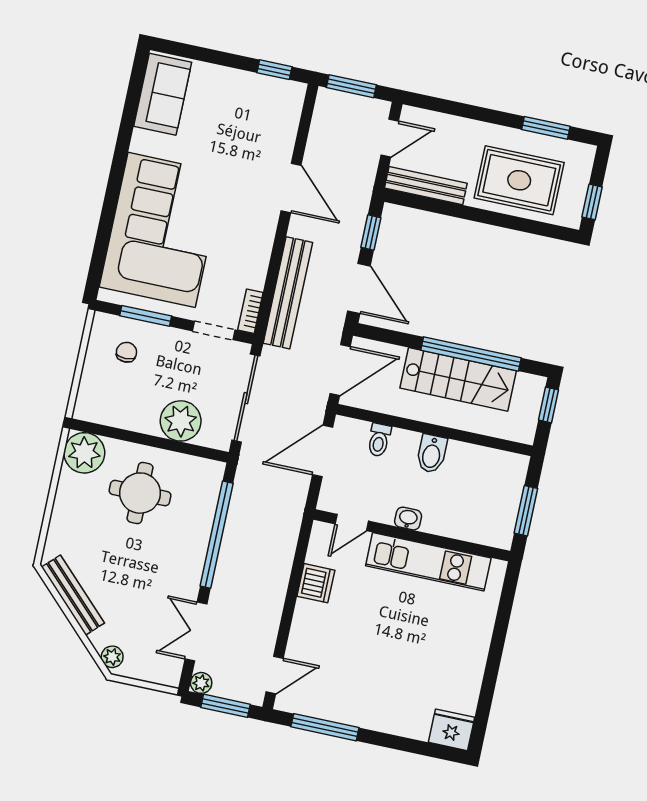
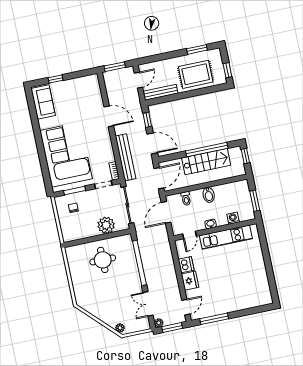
window: (274, 70) -> (56, 79), moved
plant: (84, 453) -> (74, 254), removed
washing machine: (462, 528) -> (233, 218), added
bench: (73, 595) -> (94, 311), removed
fridge: (452, 730) -> (190, 281), moved, turned 90

